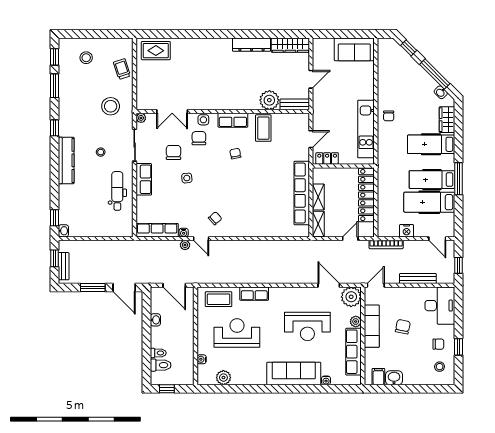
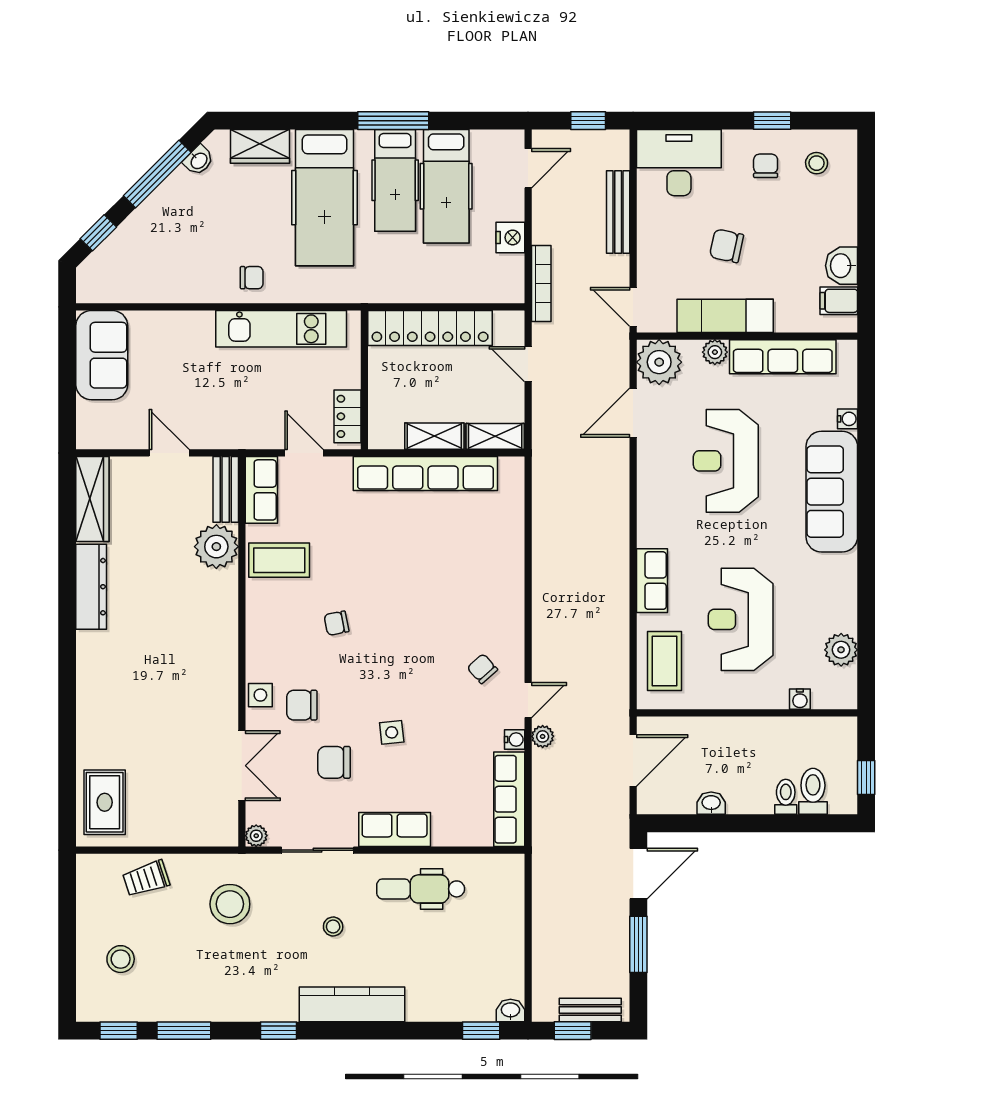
row of seats: (233, 120) -> (261, 490), moved
hospital bed: (431, 144) -> (325, 198), width x1.37, depth x1.29
reception desk: (307, 326) -> (726, 461), turned 180

